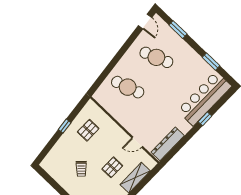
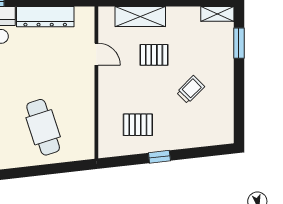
dresser: (168, 144) -> (45, 17), moved

